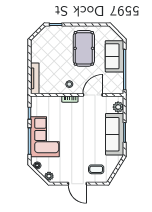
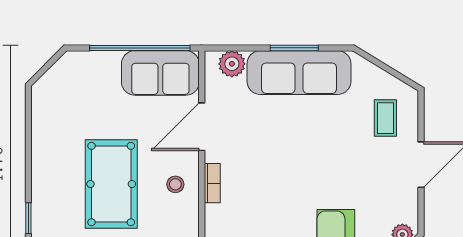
pool table: (84, 48) -> (111, 184), moved, turned 90
sofa: (114, 56) -> (160, 73), moved
door: (93, 95) -> (202, 127), hinge flipped

